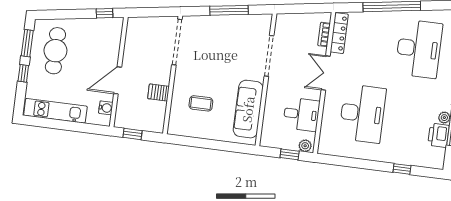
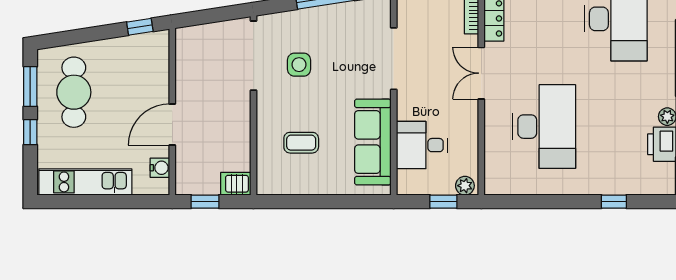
side table: (206, 52) -> (299, 65), added
server rack: (159, 92) -> (236, 184), moved
desk: (301, 114) -> (422, 145), moved, turned 180

